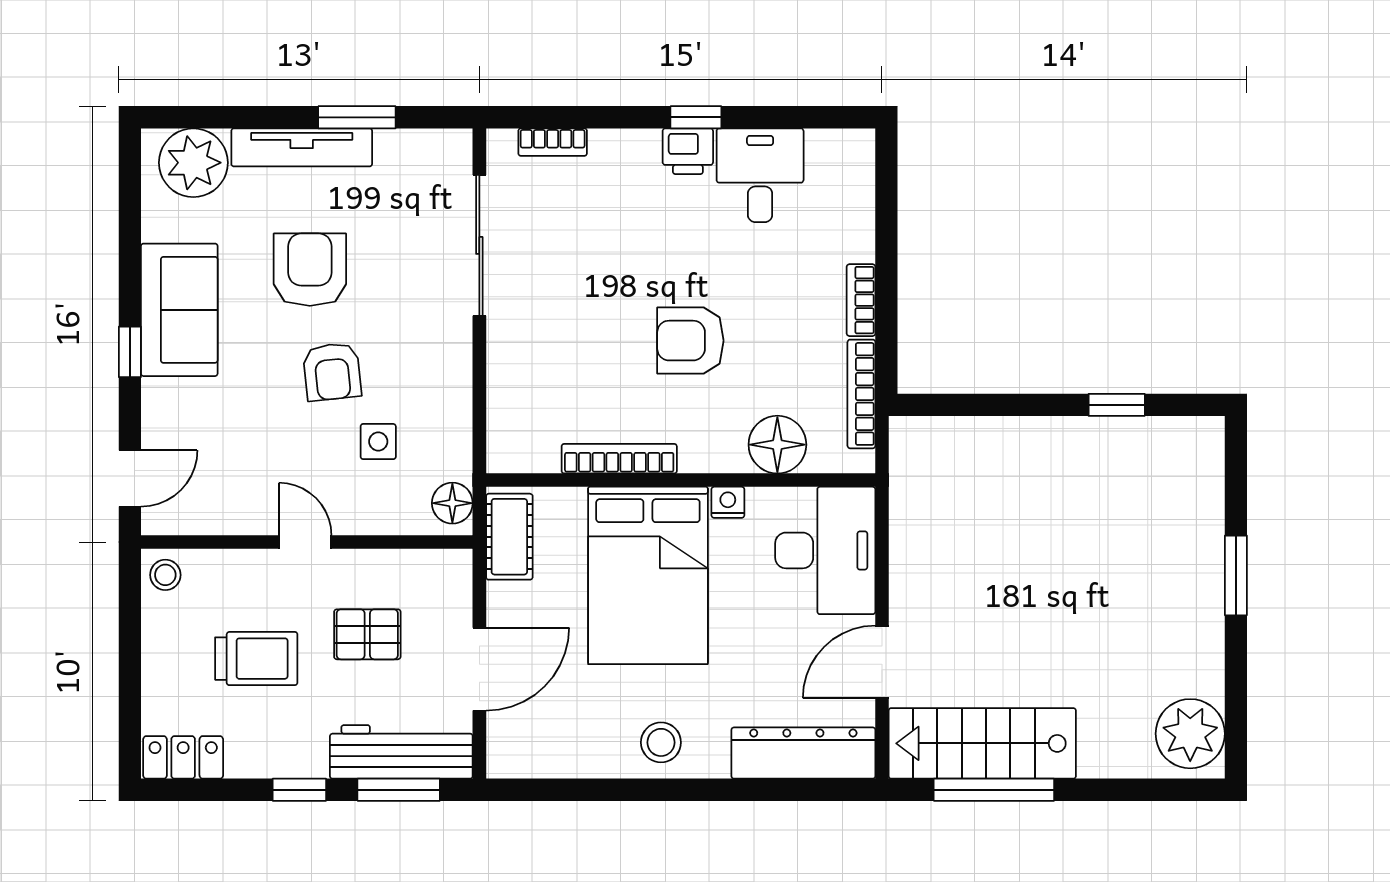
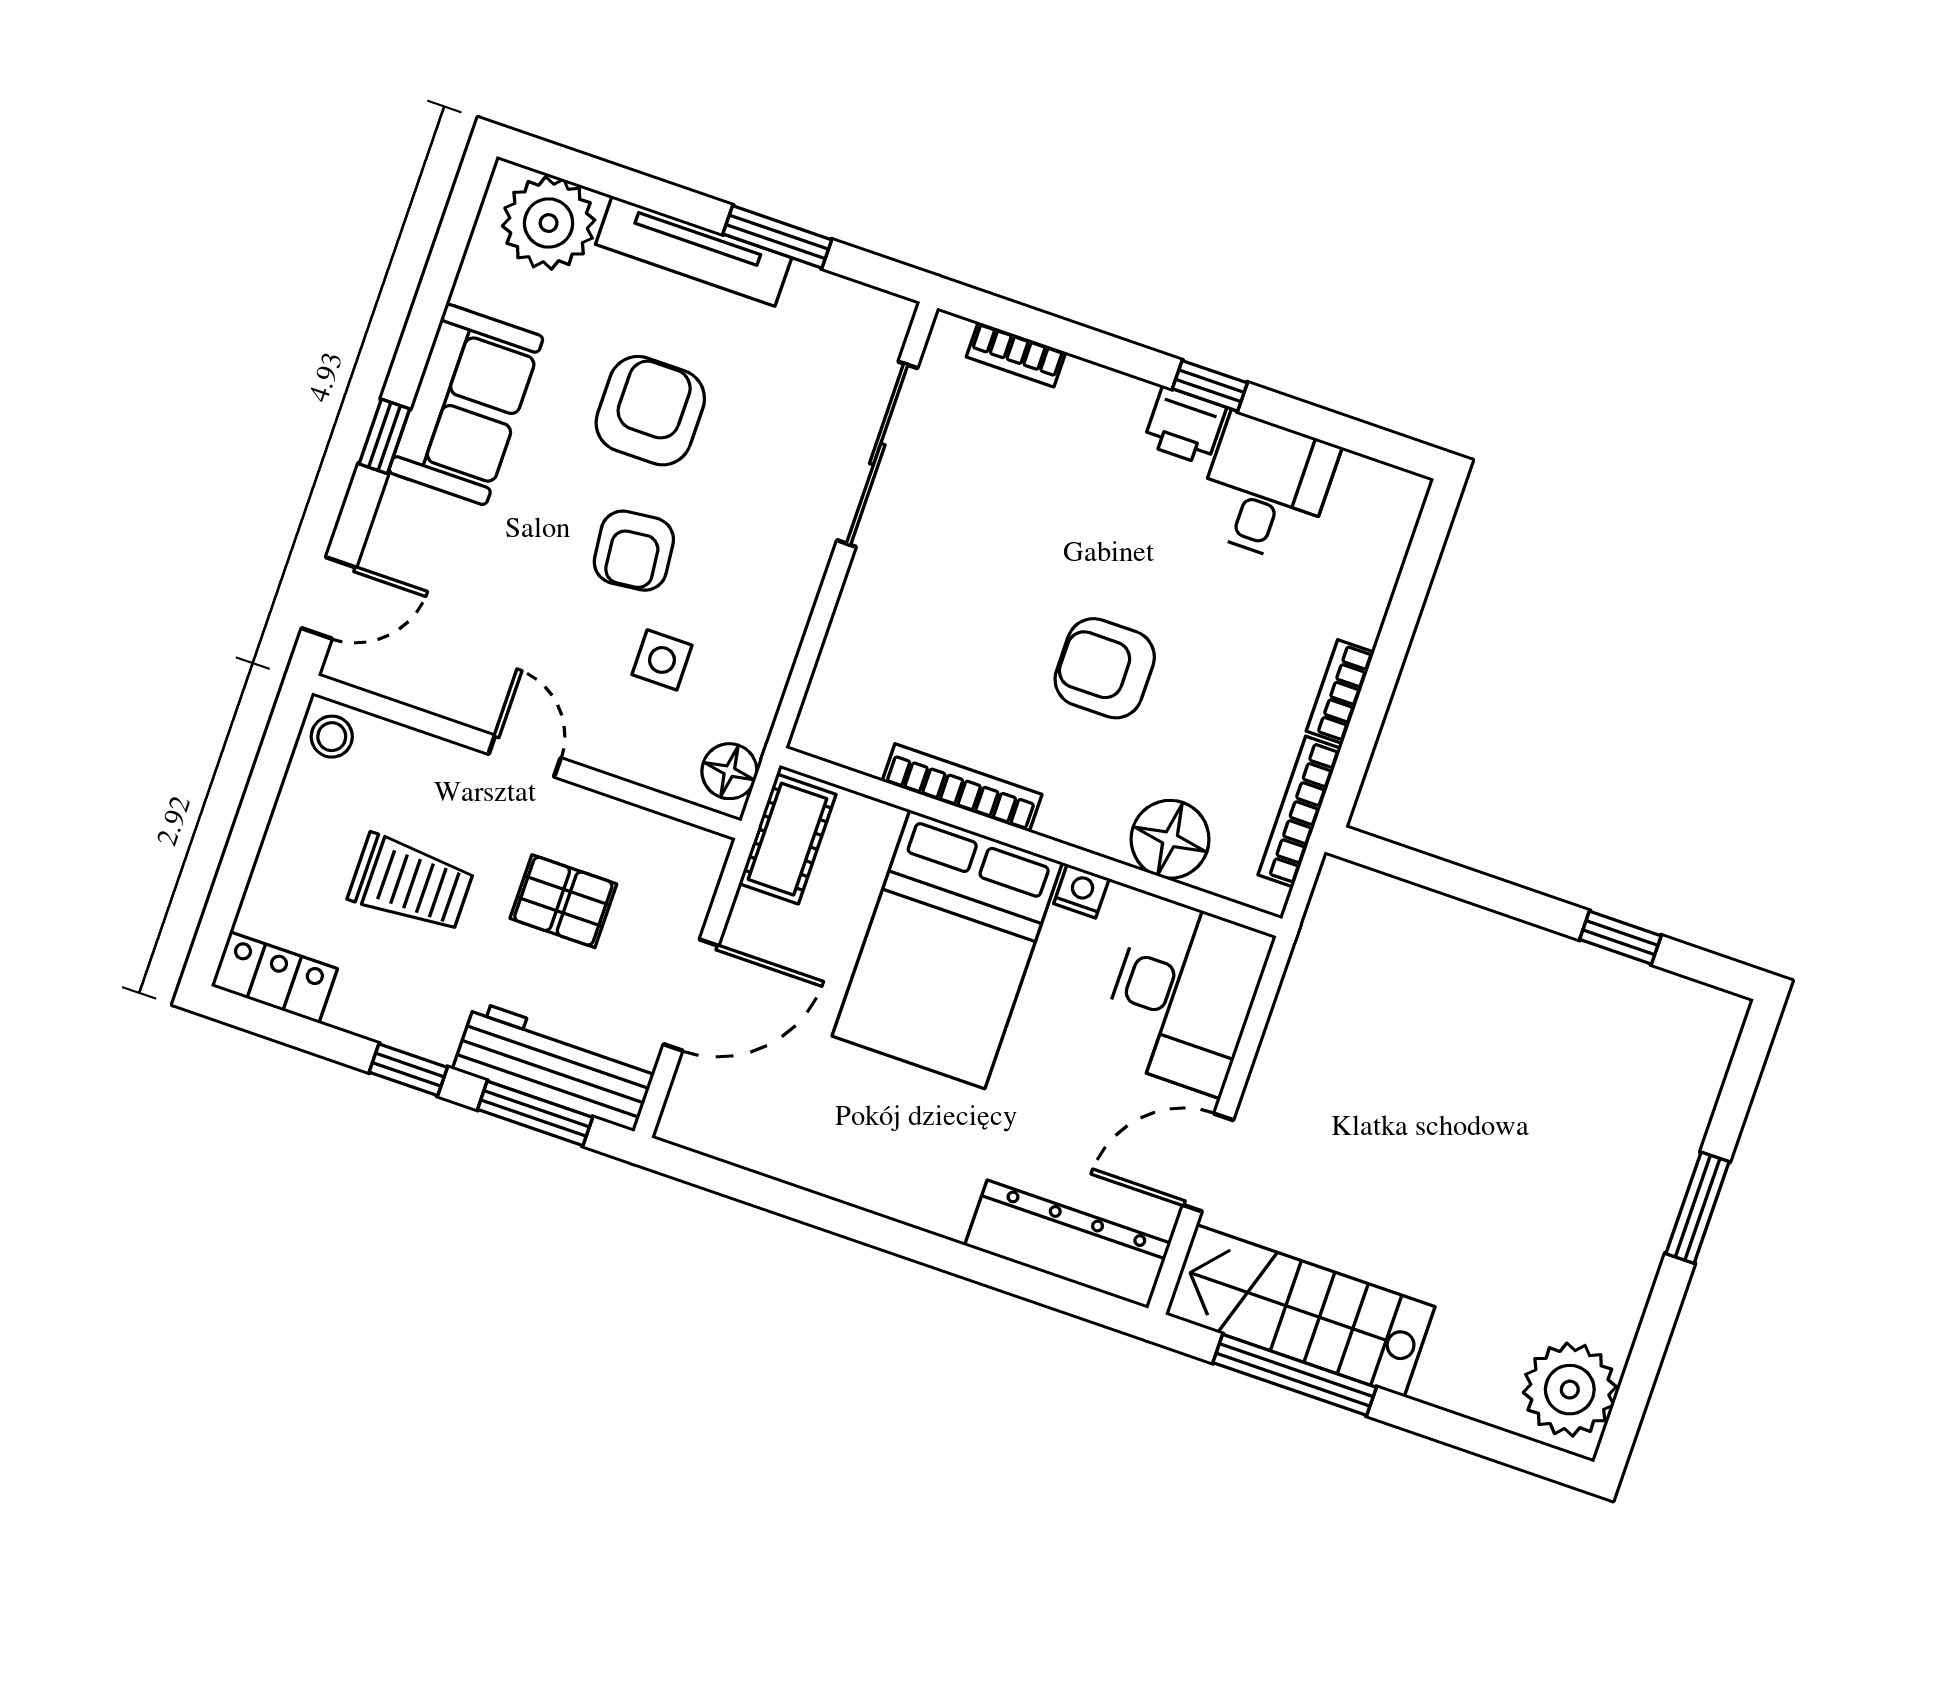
stool: (661, 742) -> (891, 1168), removed

